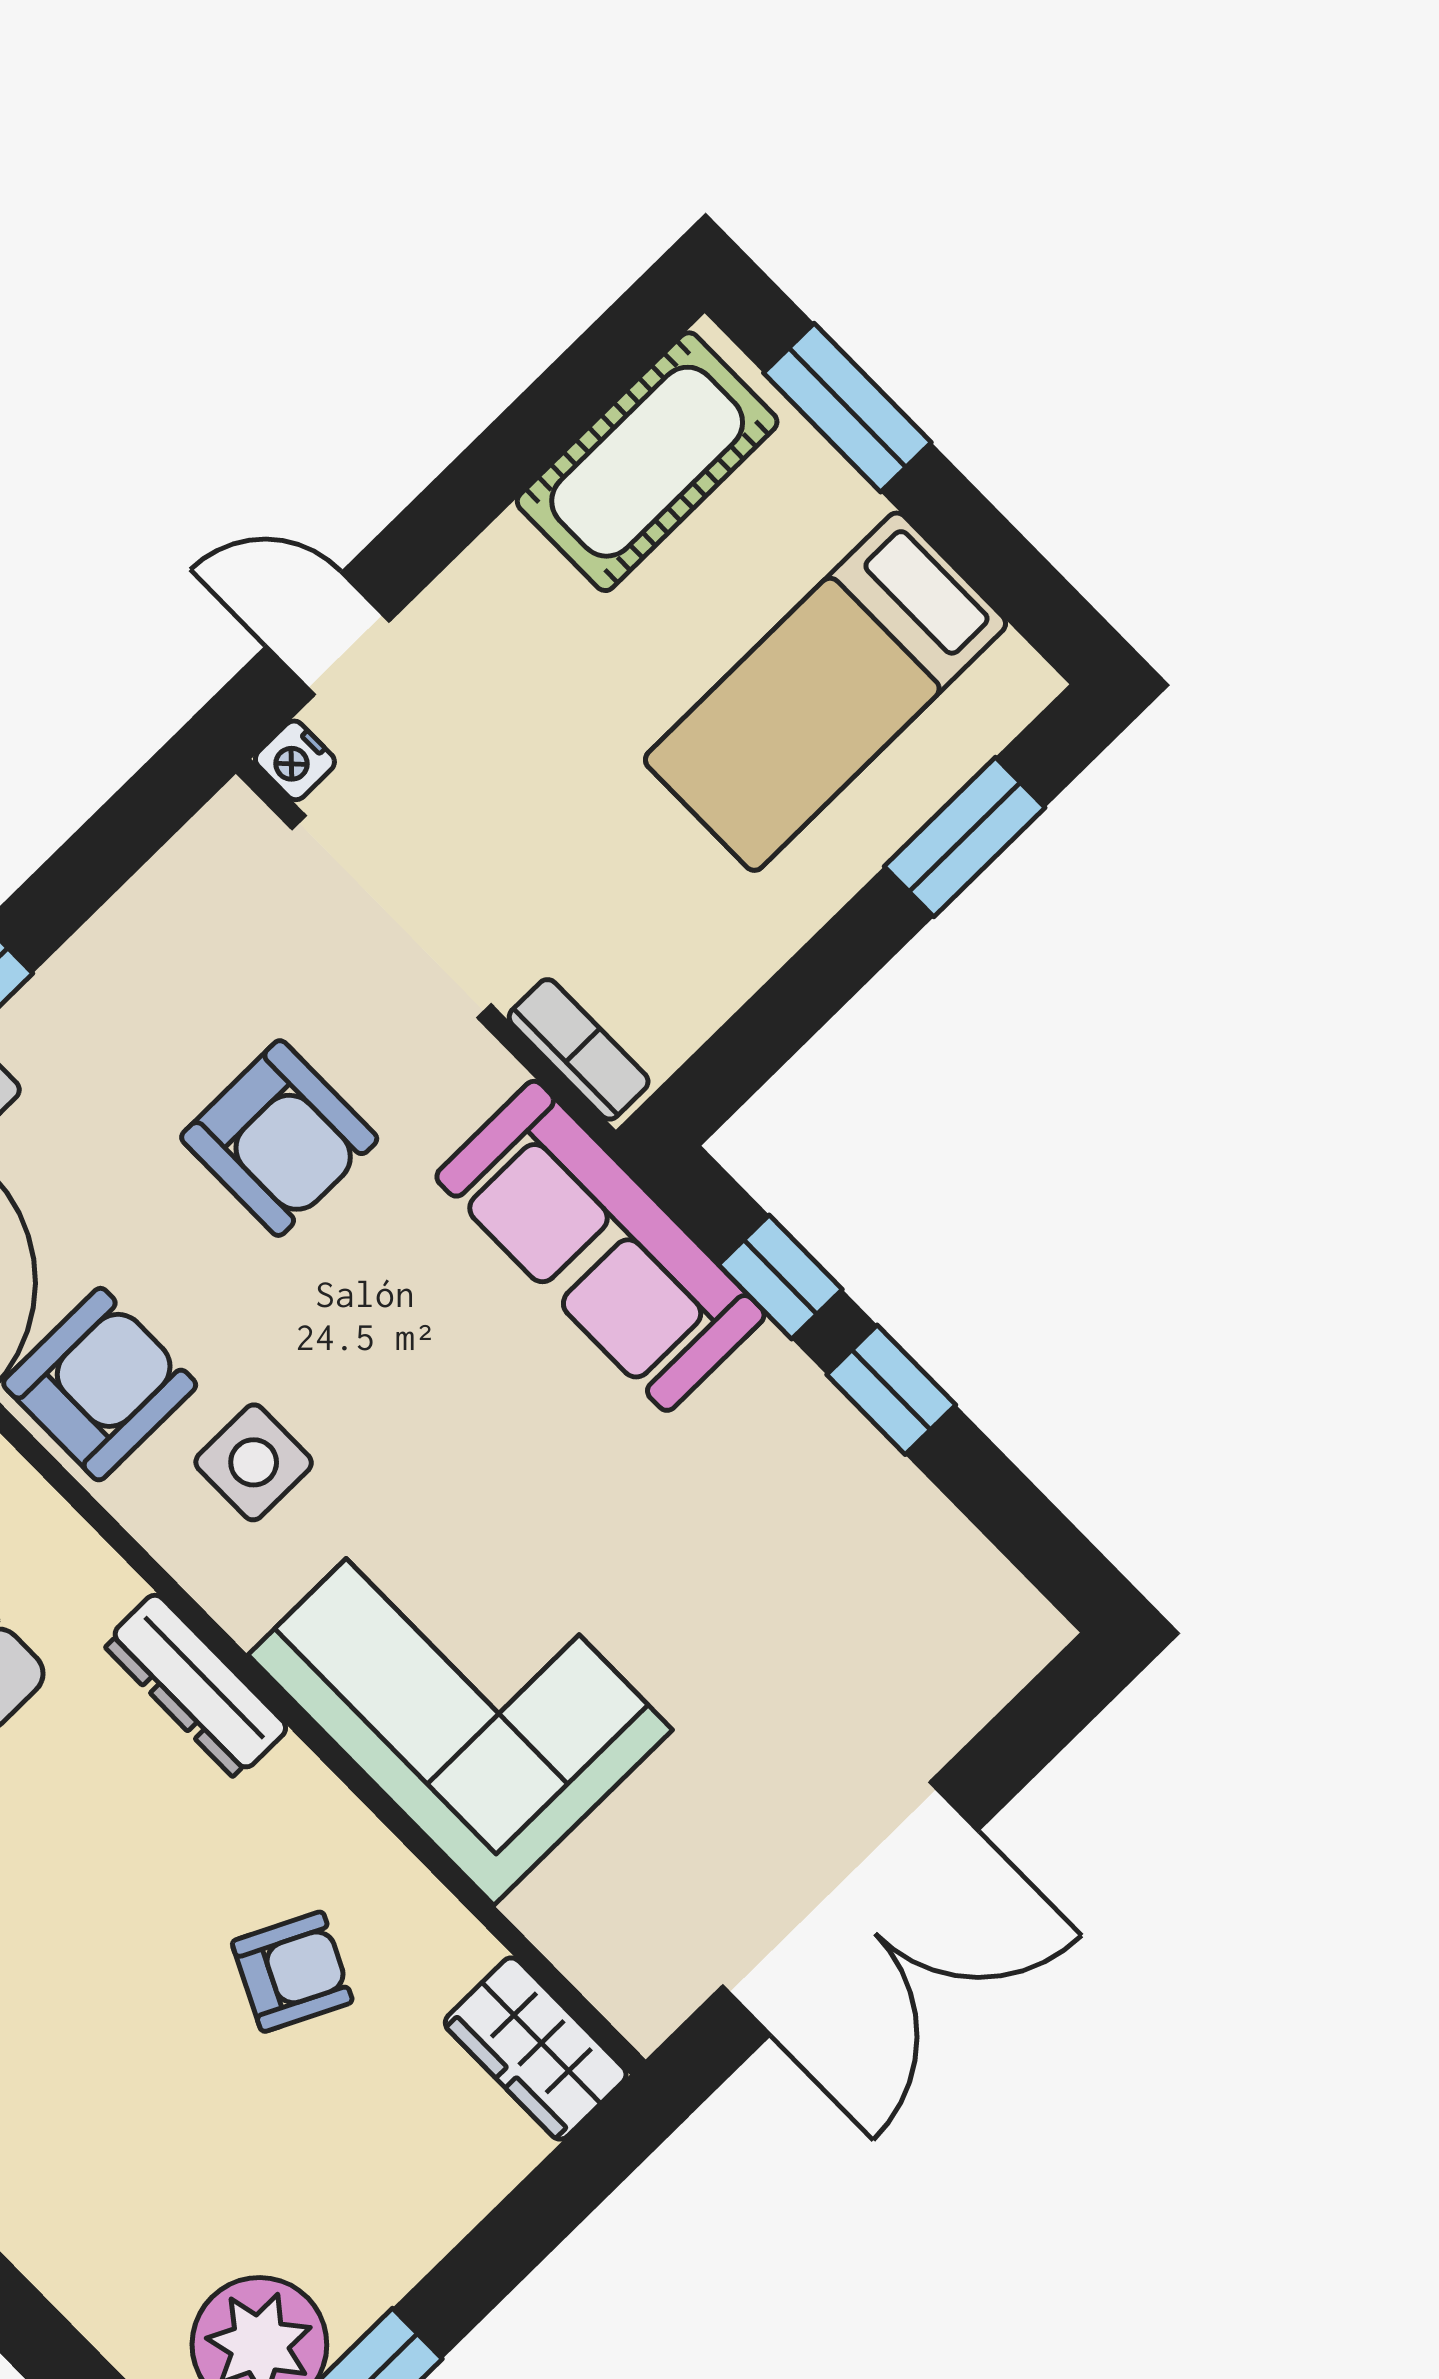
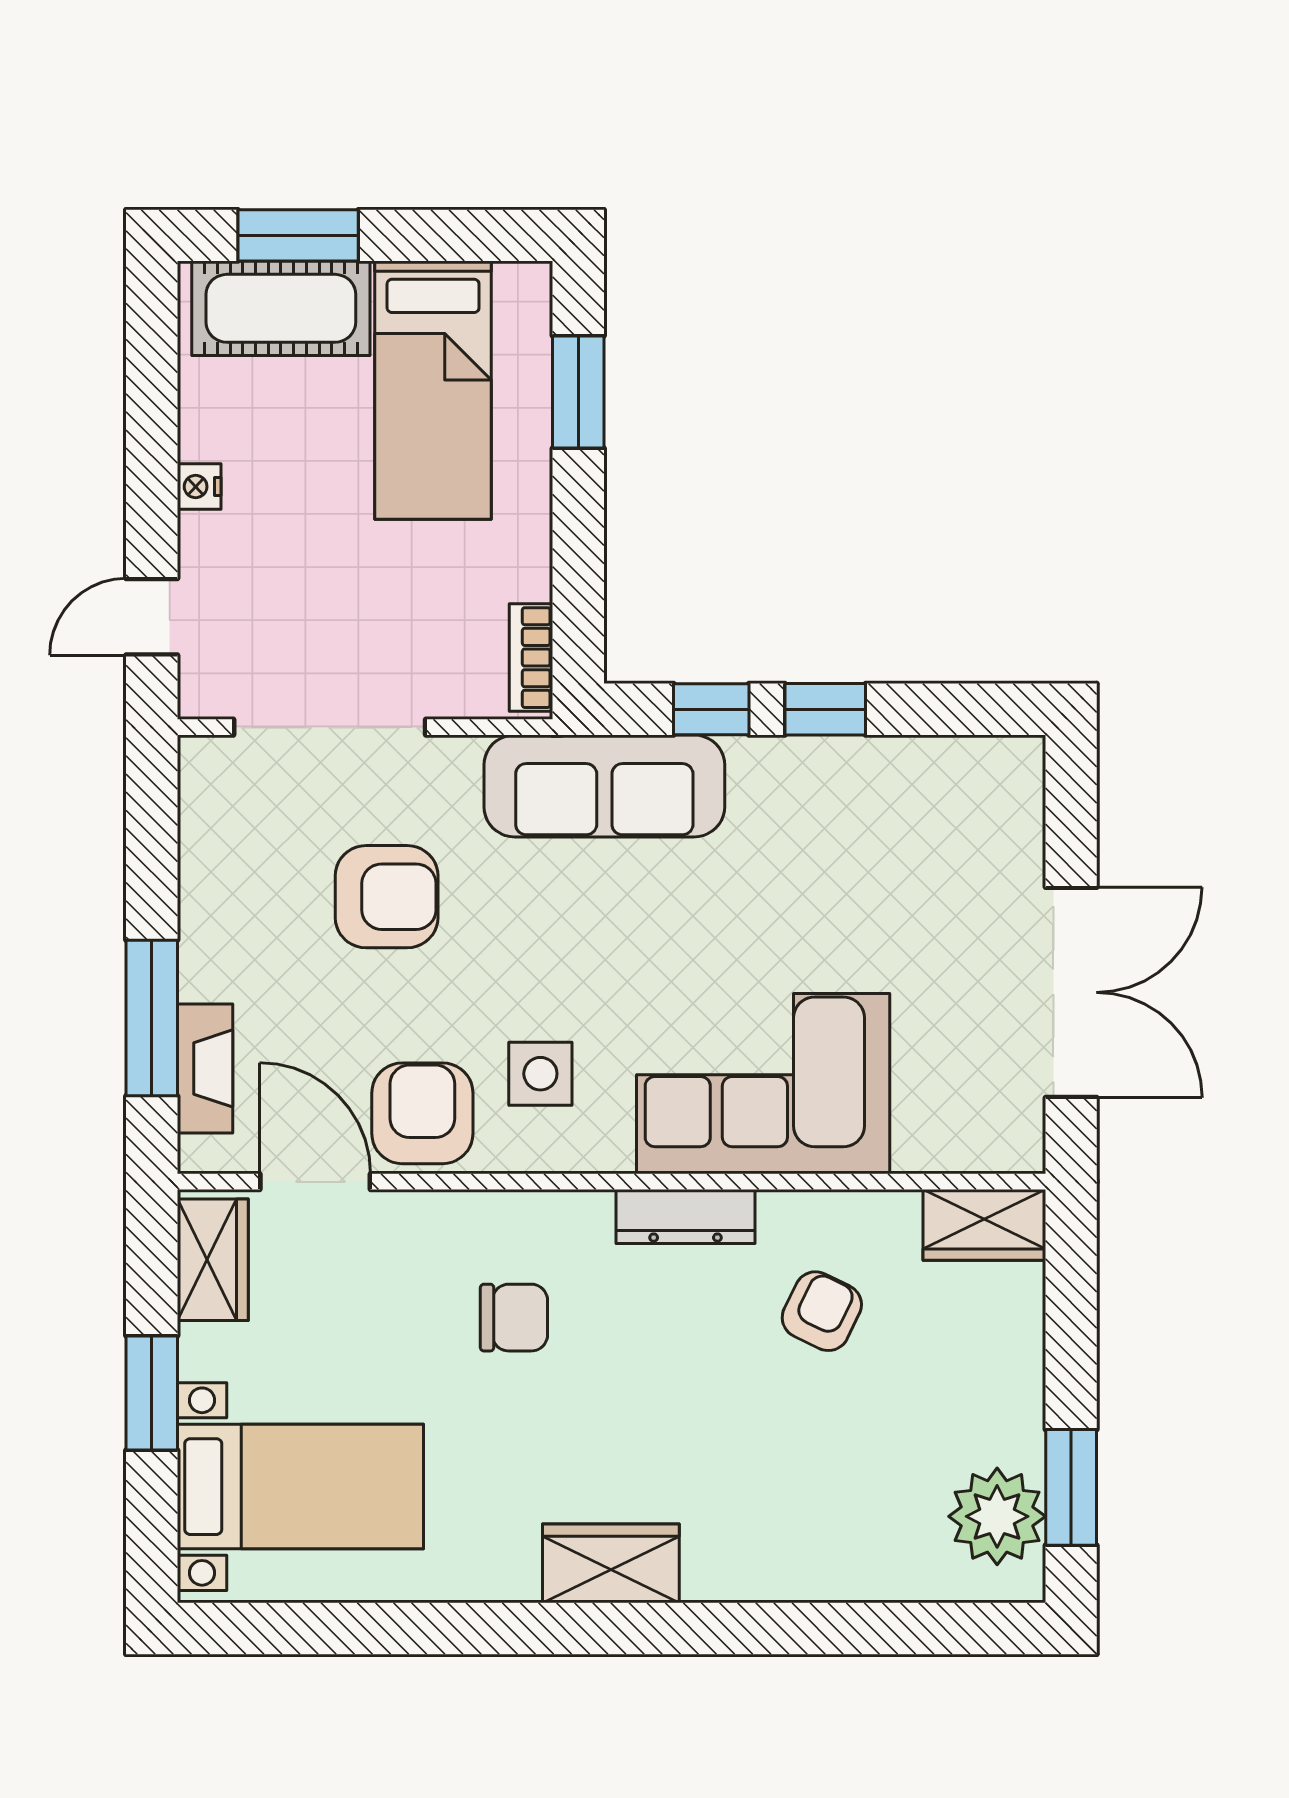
cot: (647, 462) -> (281, 308), moved, turned 90
nightstand: (295, 760) -> (199, 487), moved, turned 90
bookcase: (579, 1049) -> (531, 658), moved, turned -90
dresser: (196, 1686) -> (686, 1216), moved

